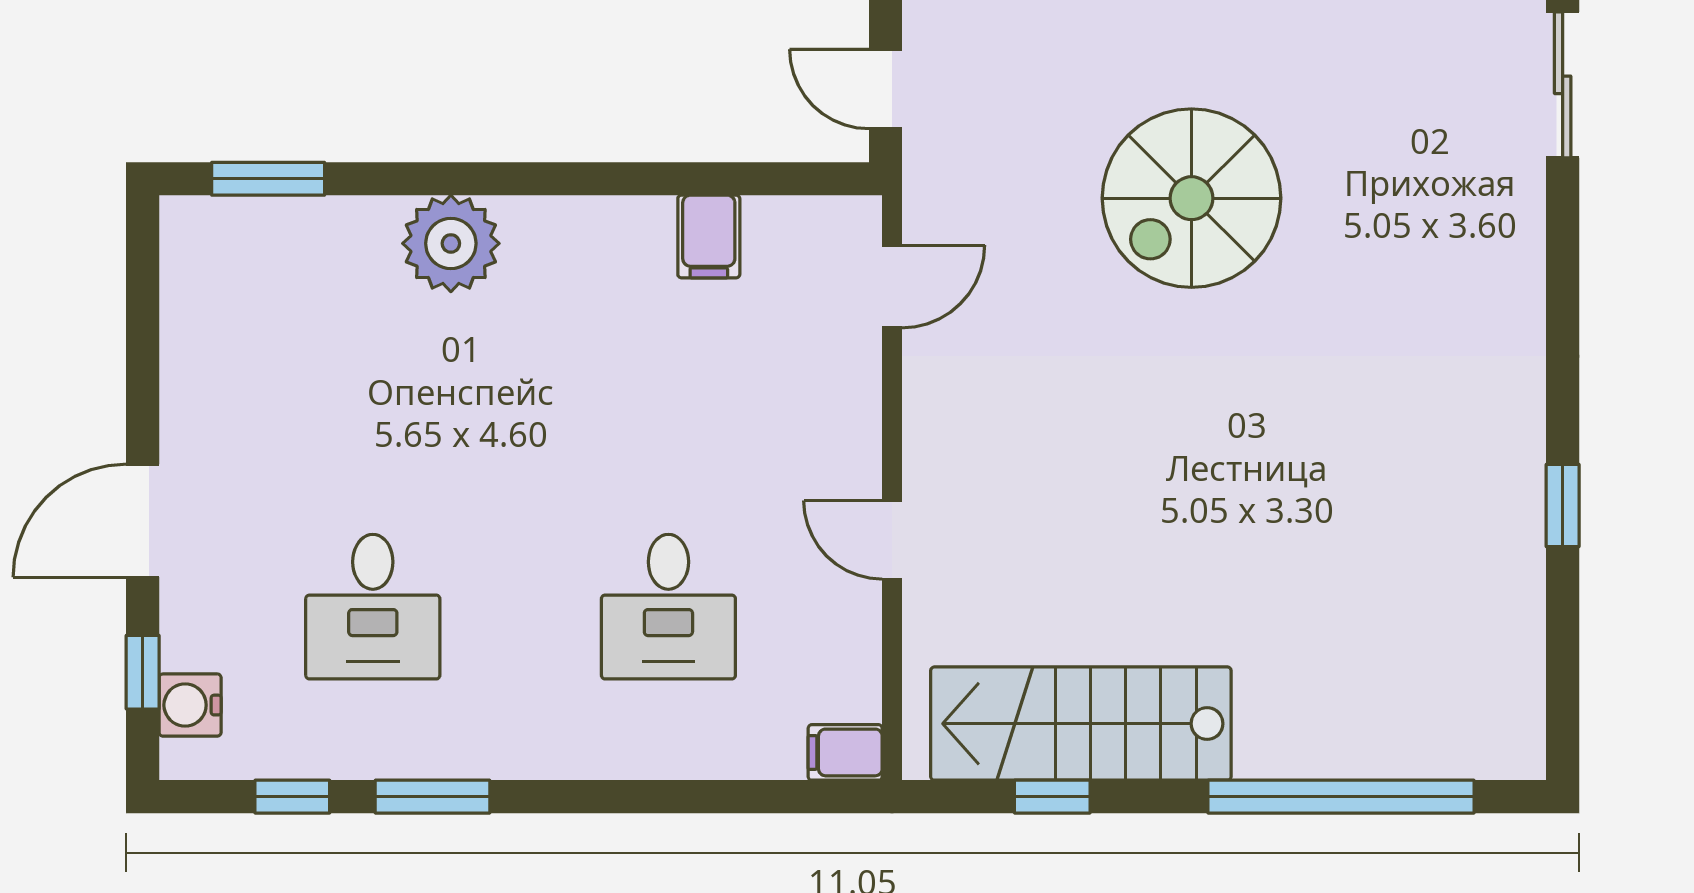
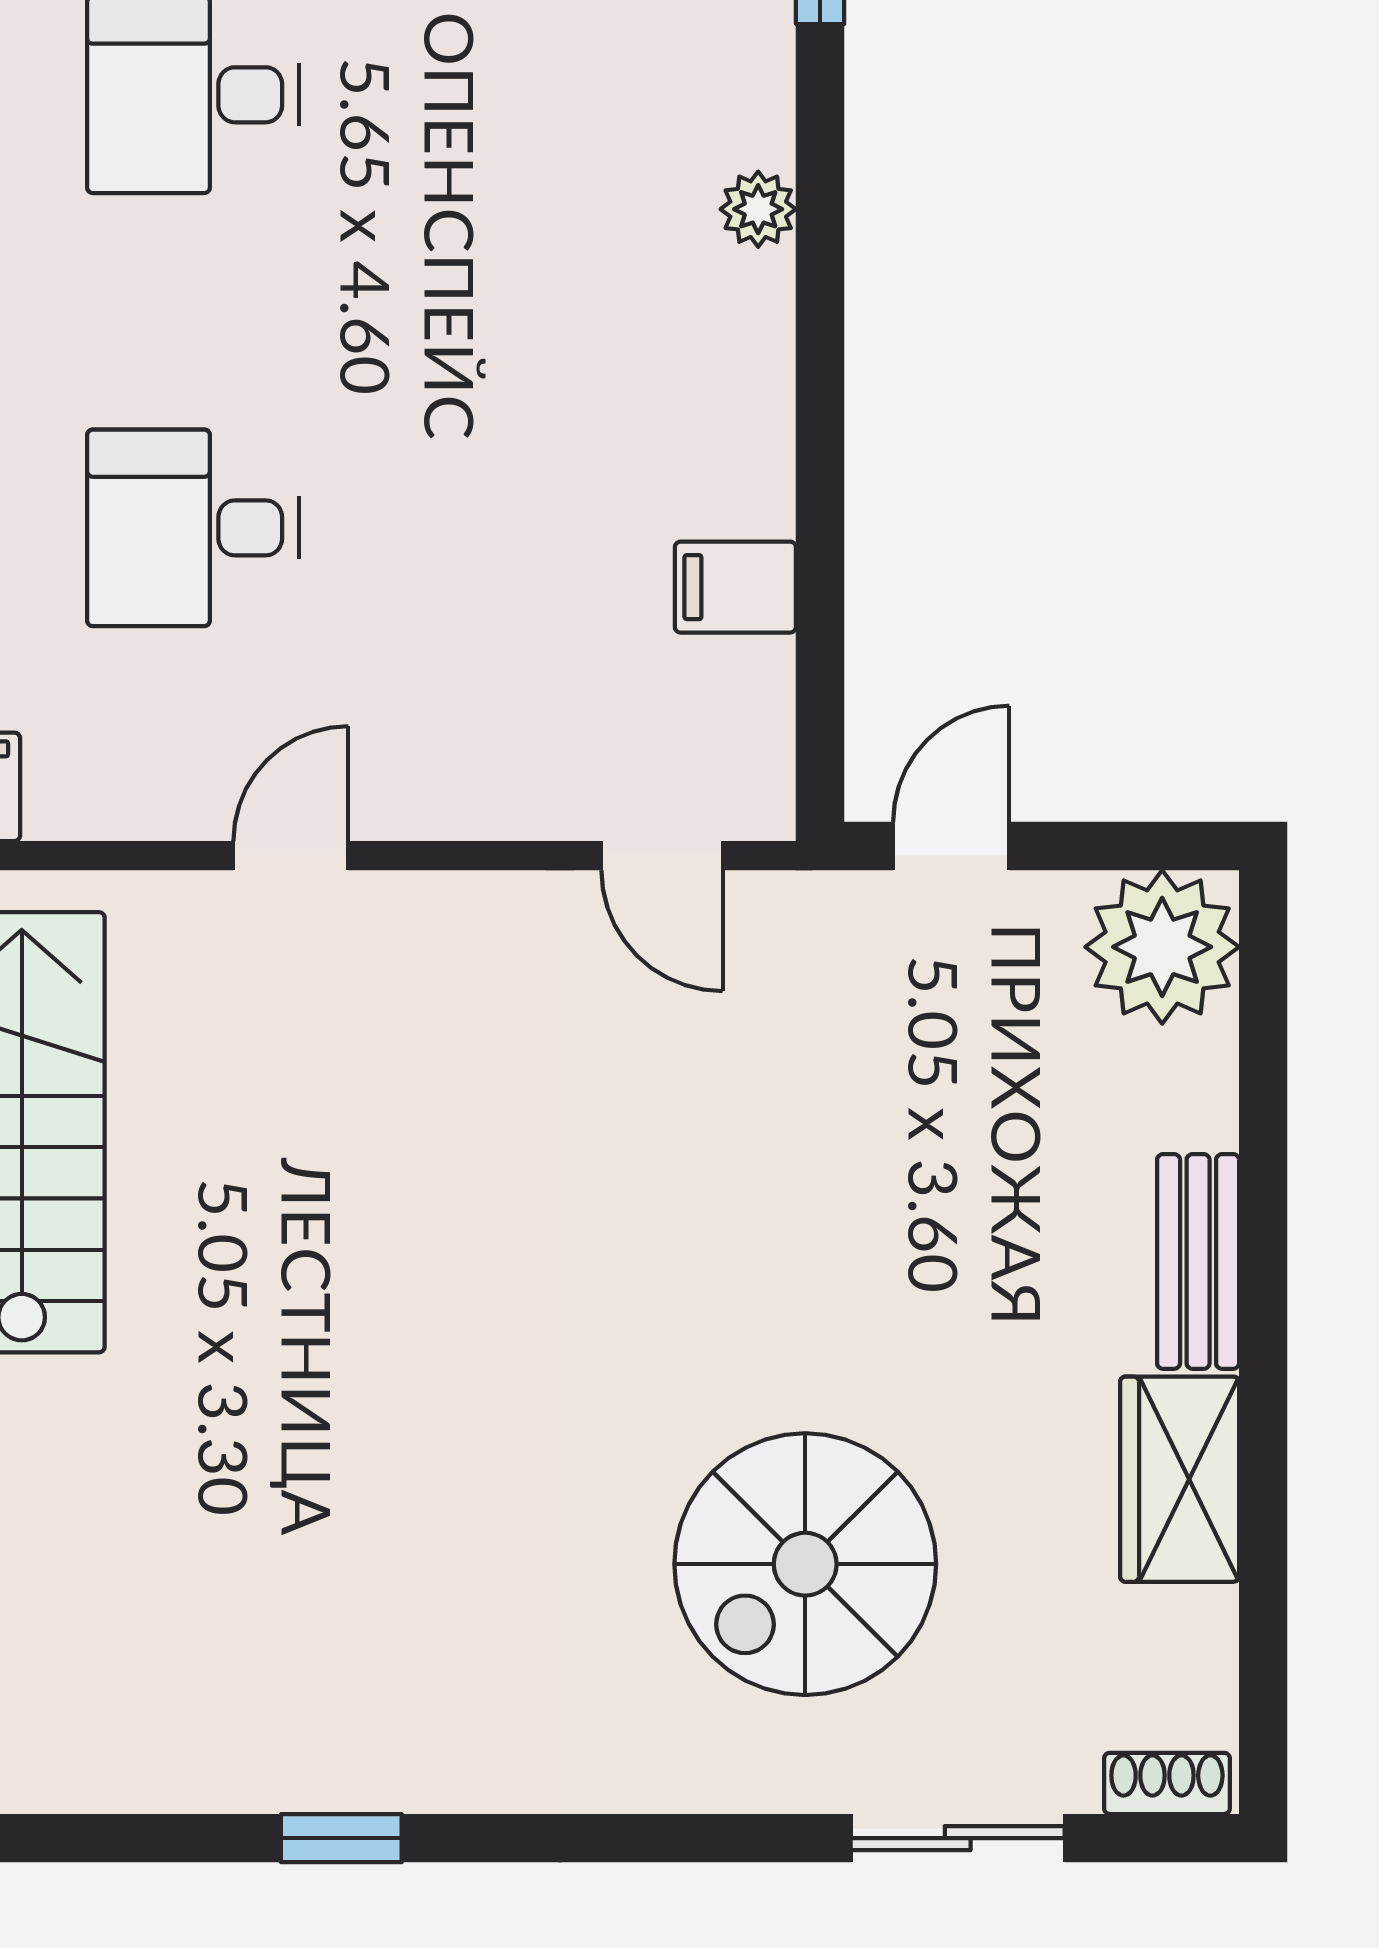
spiral stairs: (1191, 198) -> (805, 1564), moved, turned -90
plant: (451, 243) -> (758, 209), width x0.53, depth x0.53

